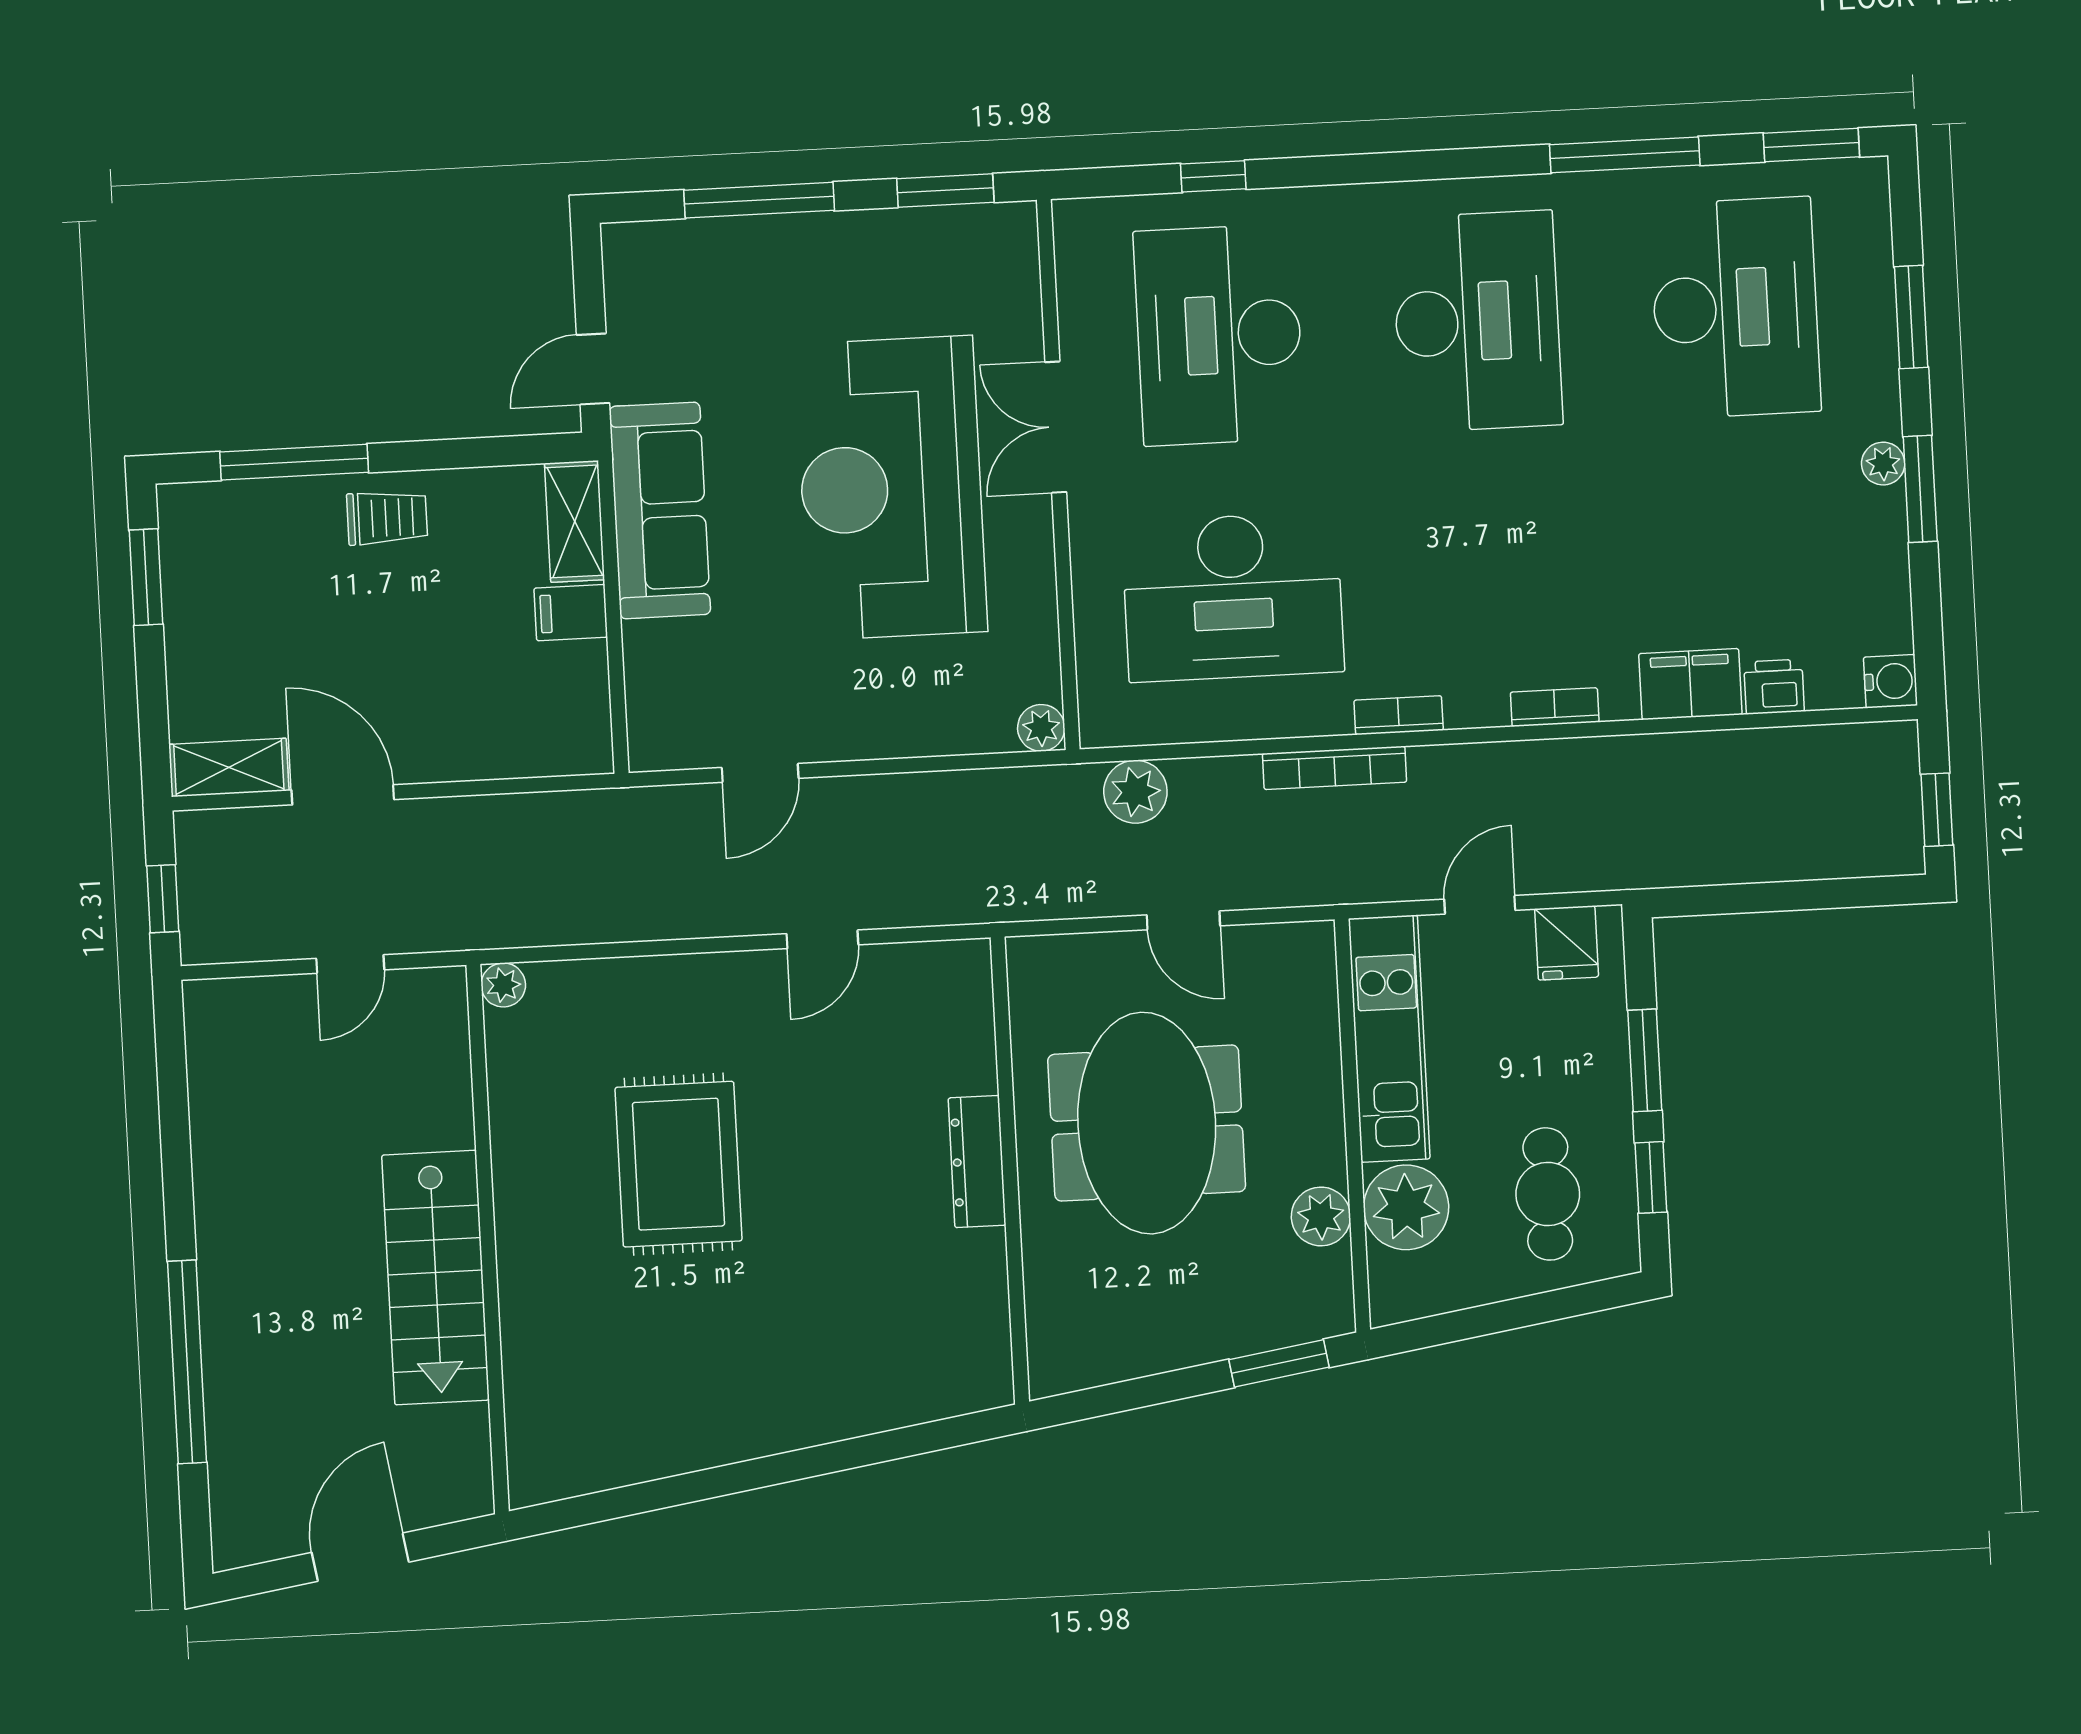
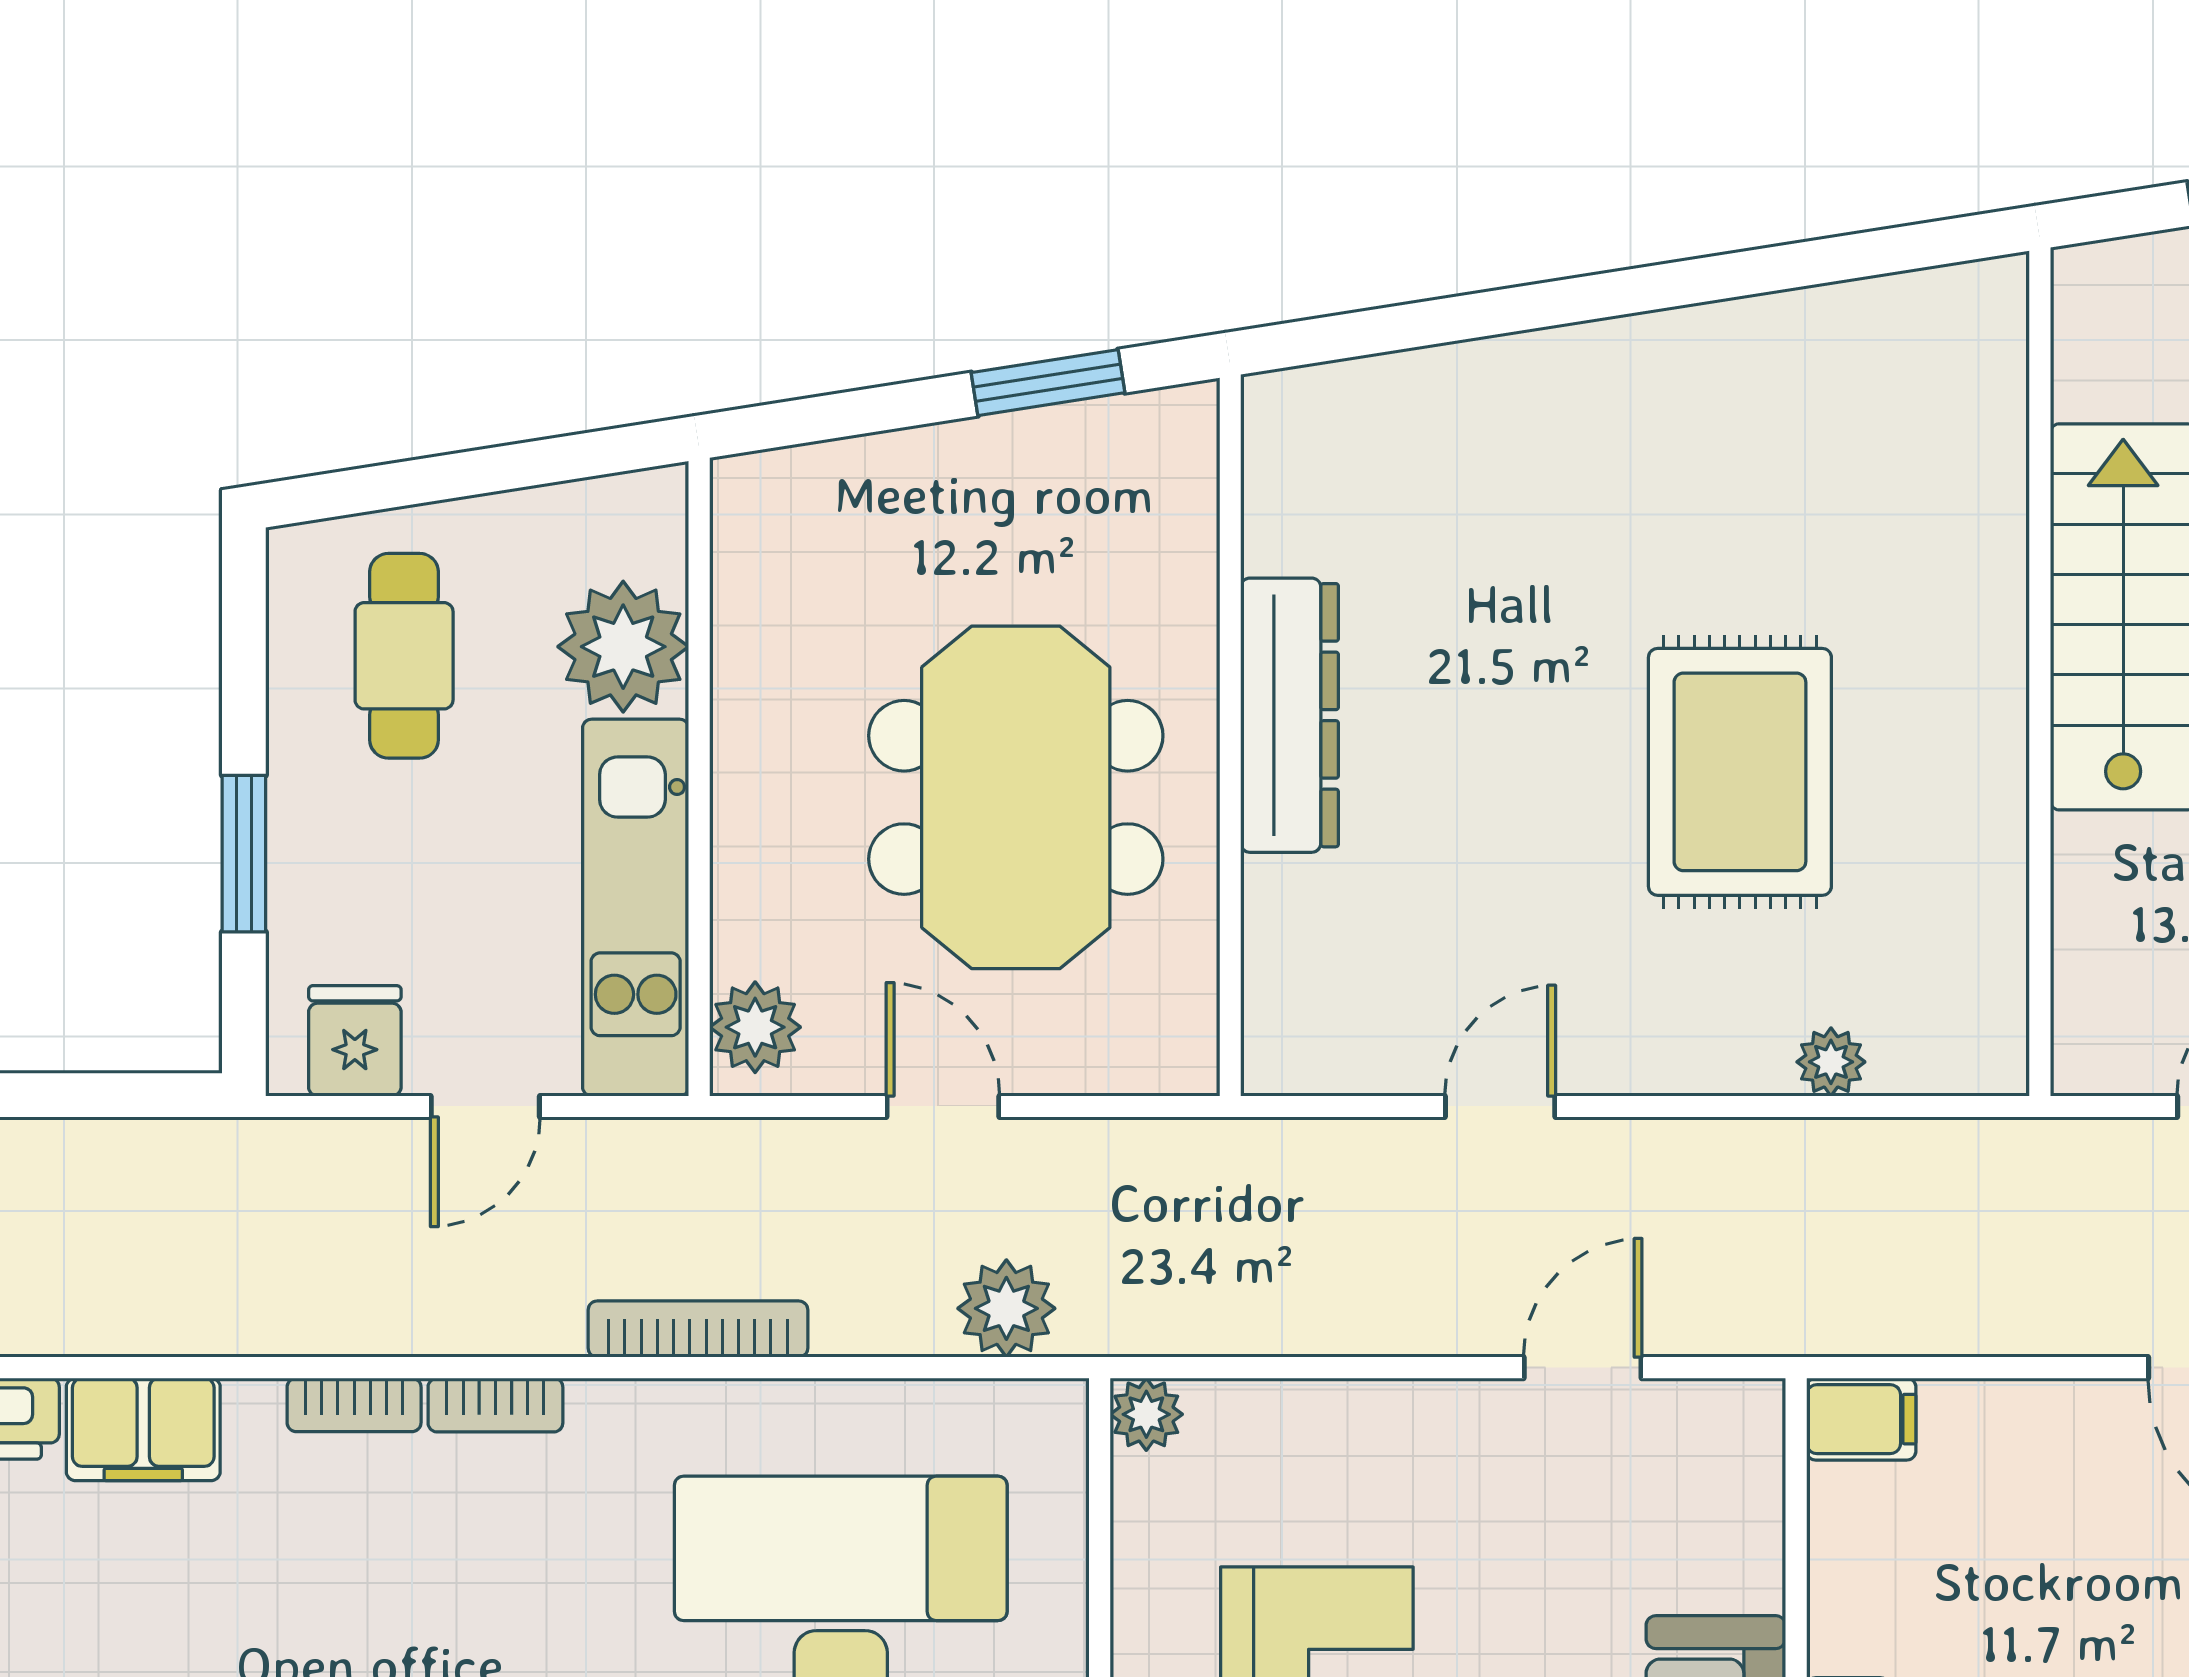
filing cabinet: (571, 613) -> (1861, 1419), moved
bookcase: (1399, 715) -> (495, 1405), moved
plant: (503, 985) -> (1831, 1062), moved
dresser: (977, 1162) -> (1290, 715), width x1.37, depth x1.24
window: (1651, 1177) -> (244, 673), removed
plant: (1321, 1216) -> (755, 1027), moved
window: (1279, 1363) -> (1048, 383), moved

